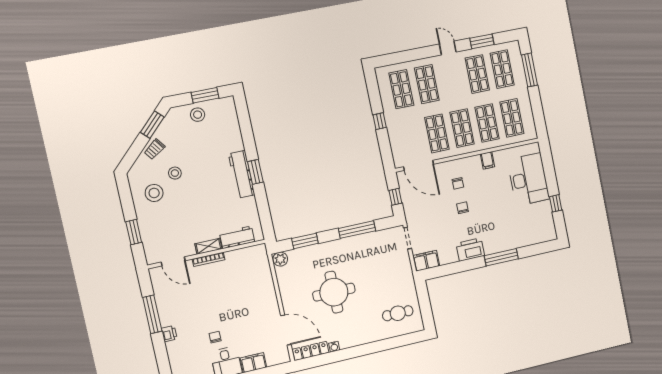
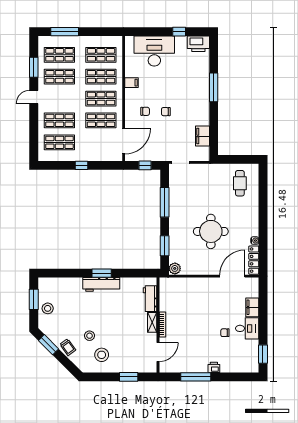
printer: (470, 250) -> (198, 44), moved, turned -90
filing cabinet: (426, 261) -> (202, 136), moved

